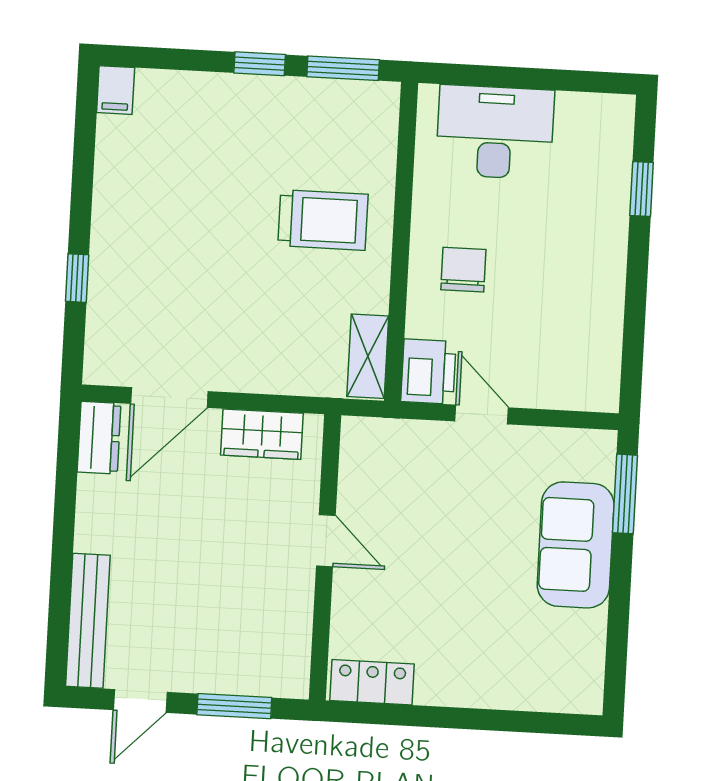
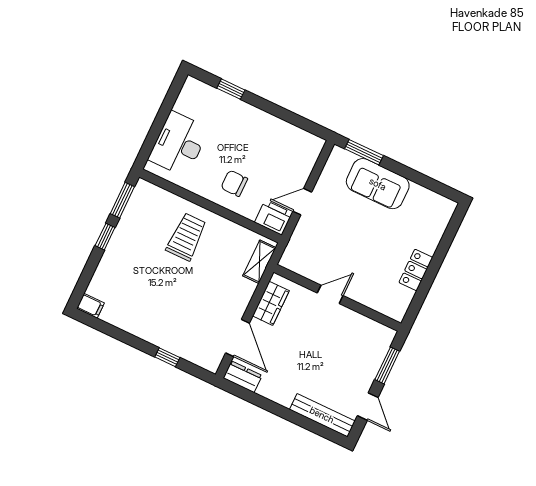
shelving: (368, 356) -> (259, 262), moved, turned 90
locker: (372, 682) -> (416, 270), moved

